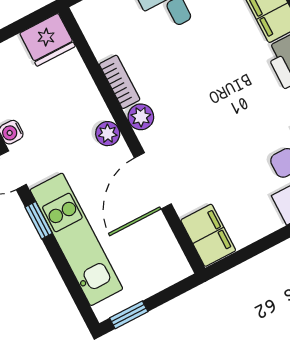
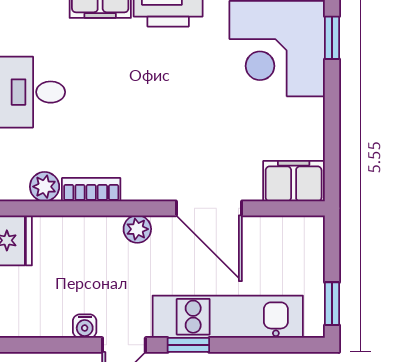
plant: (141, 117) -> (45, 187), moved

